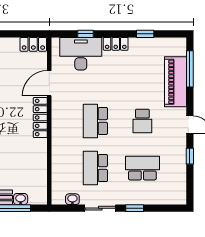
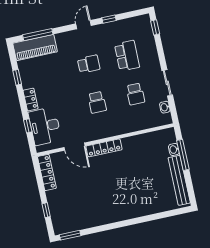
locker: (33, 44) -> (47, 172), width x1.53
piano: (175, 82) -> (35, 47), moved
school desk: (95, 121) -> (97, 102), width x0.54
school desk: (95, 168) -> (135, 94), width x0.54
school desk: (142, 168) -> (127, 56), turned 180
window: (135, 208) -> (155, 27), moved

